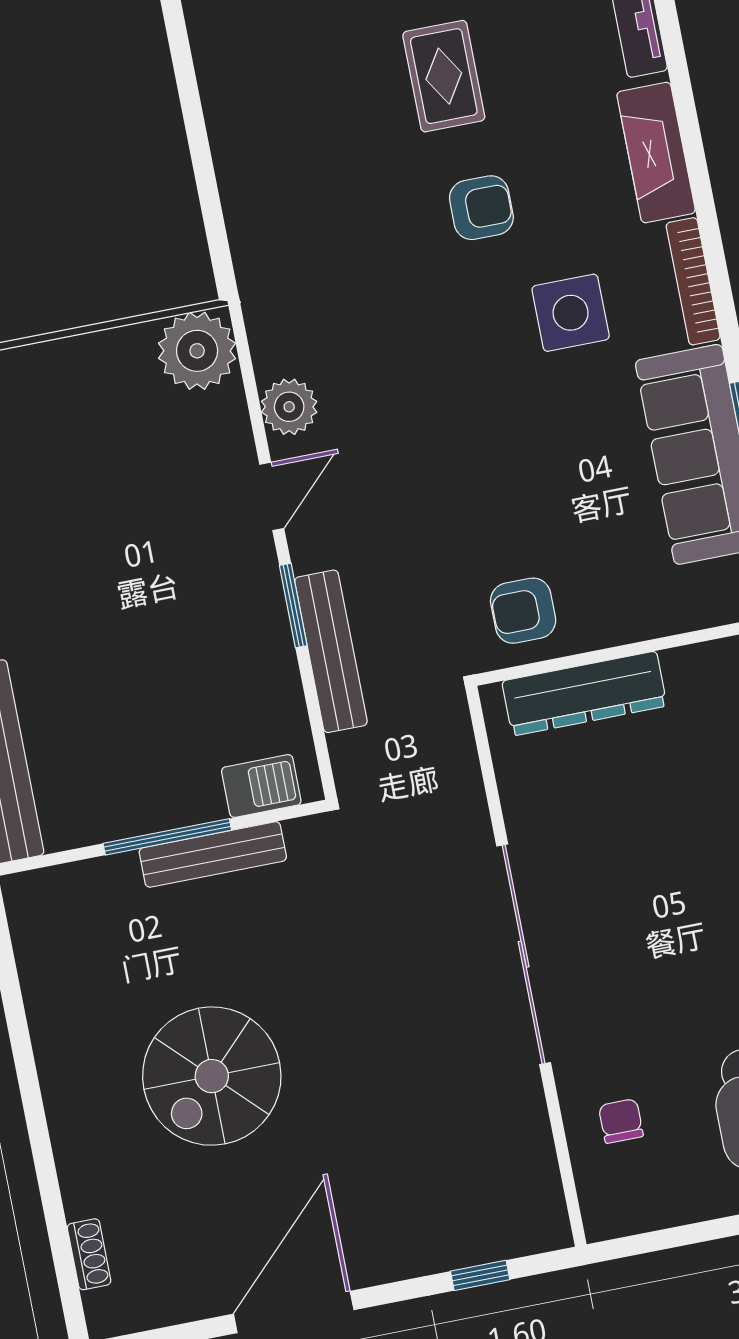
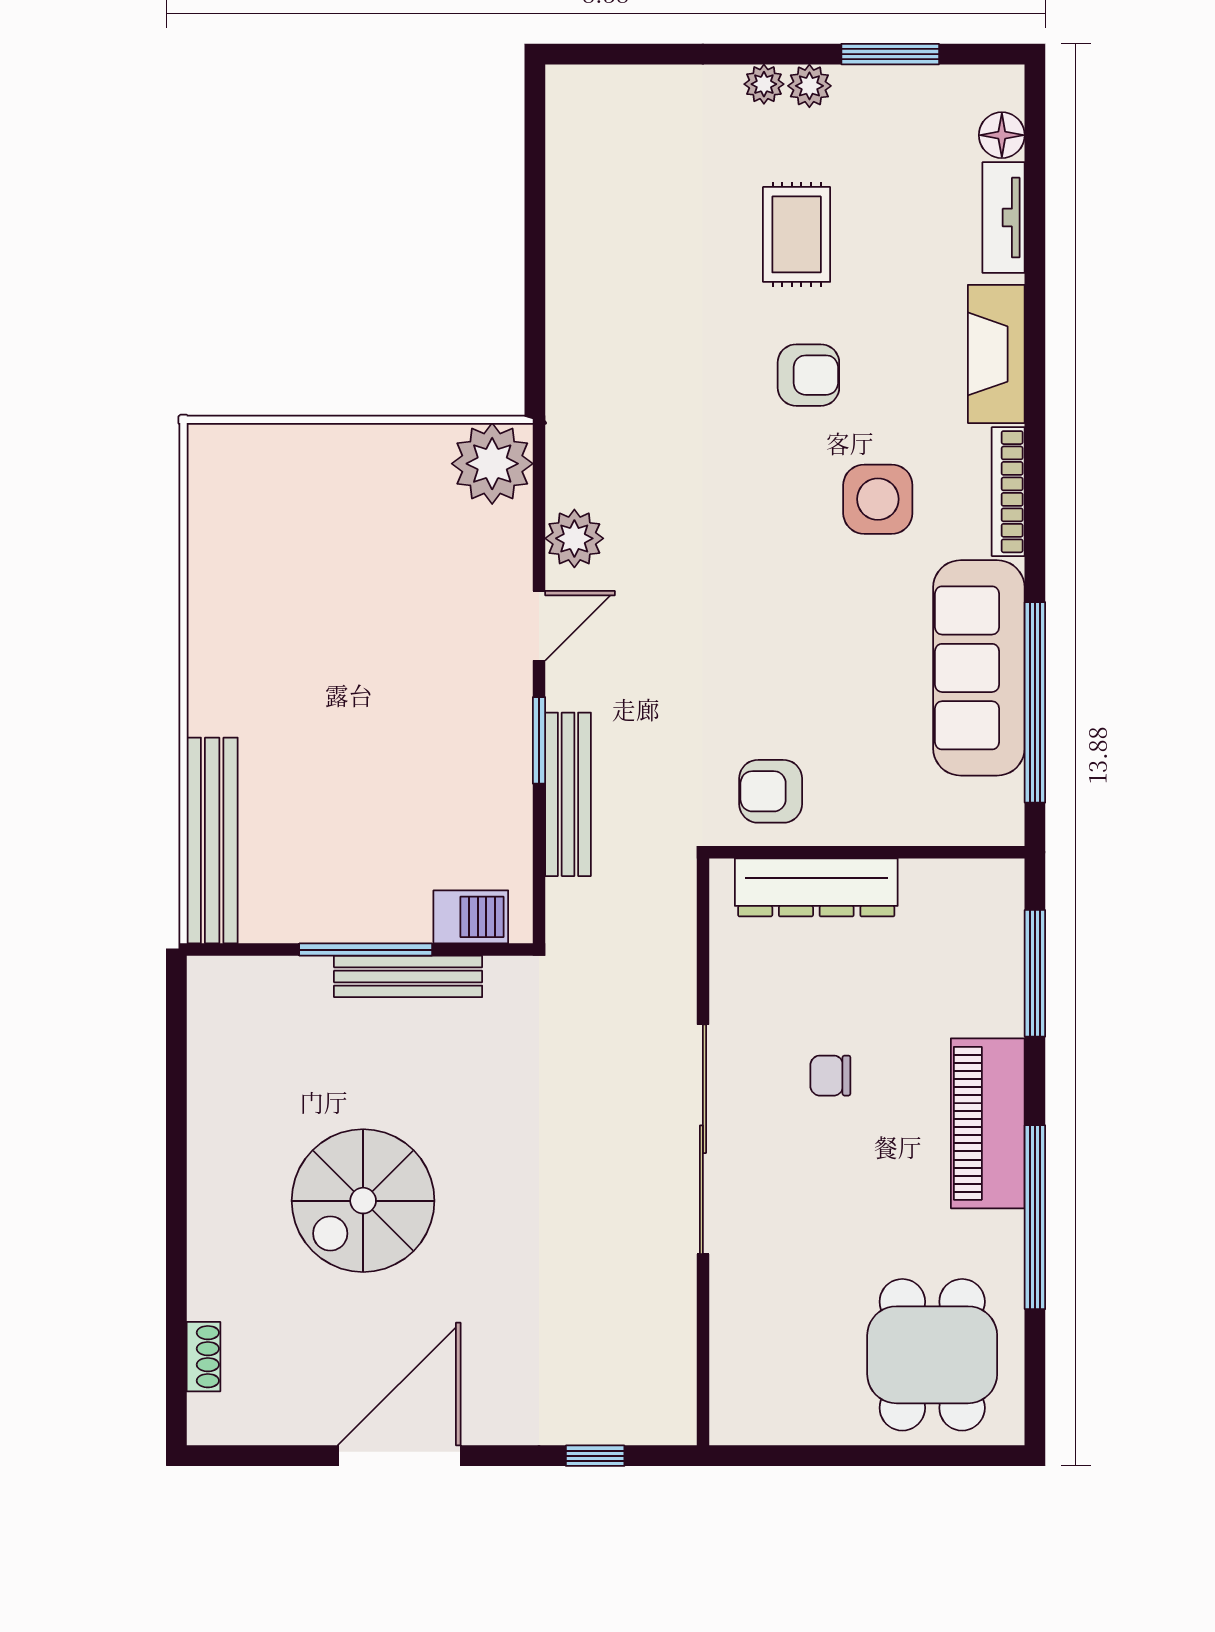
chair: (621, 1121) -> (830, 1076), moved, turned -90

